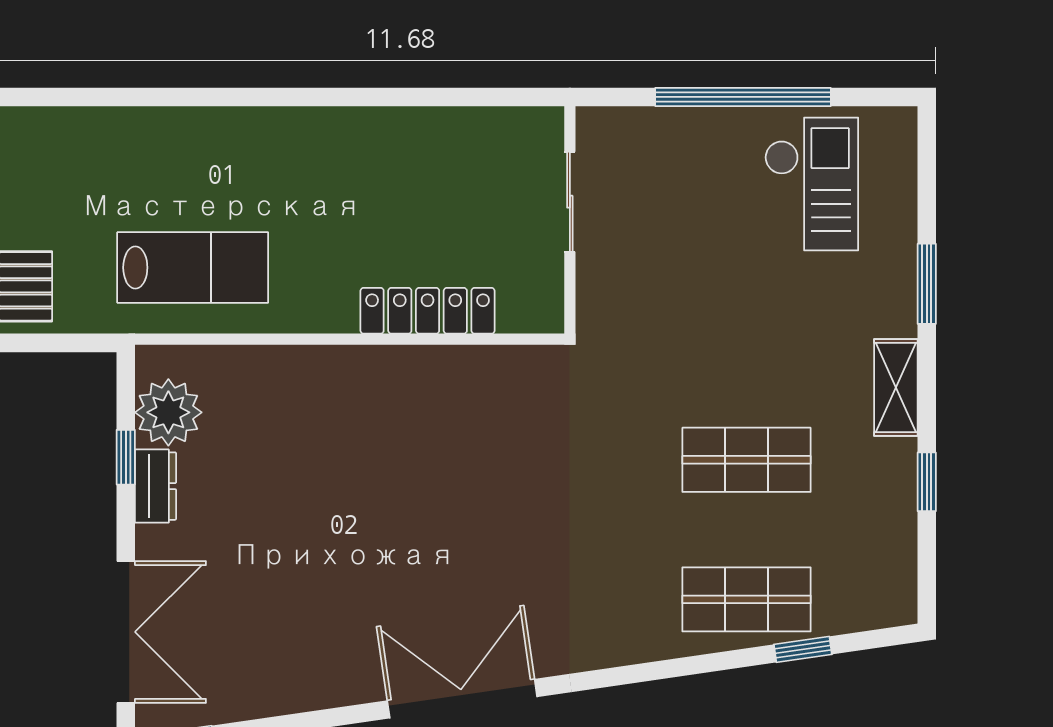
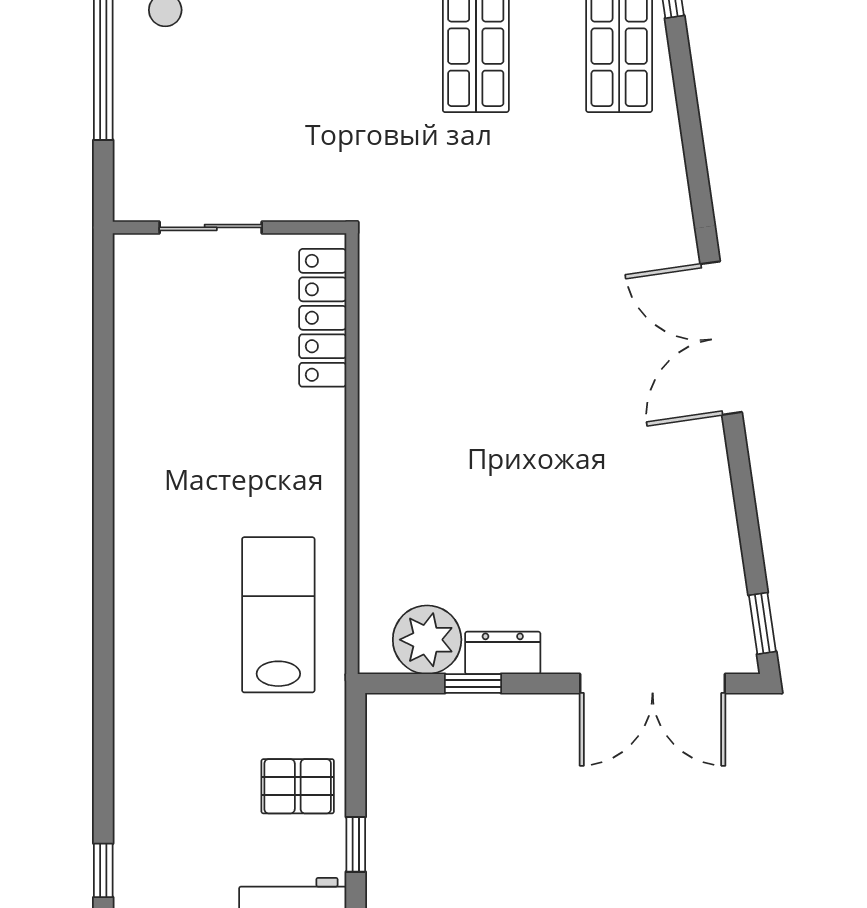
locker: (428, 311) -> (323, 318), moved
double door: (126, 632) -> (653, 683), swing flipped

